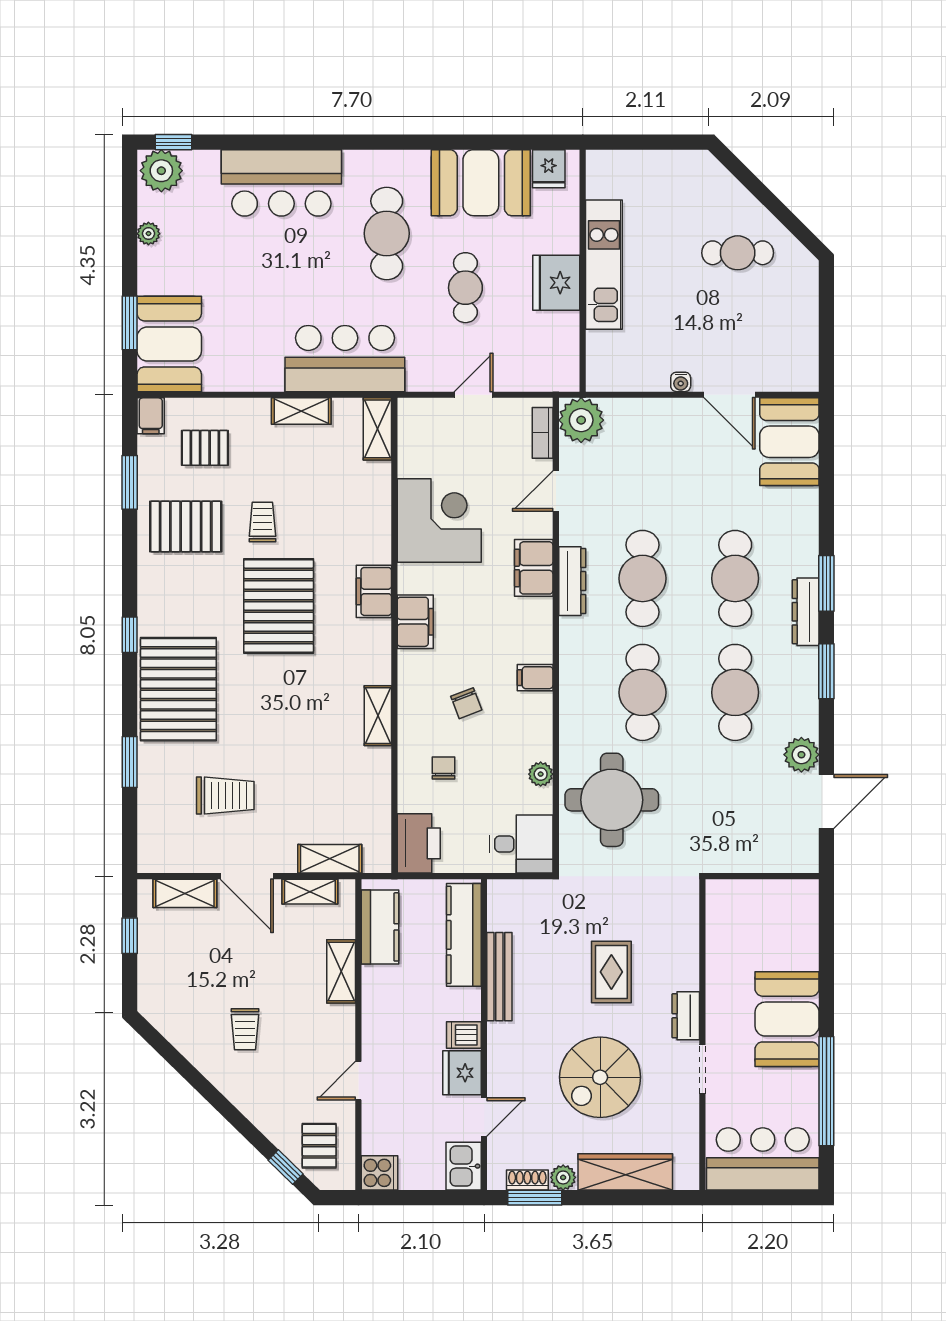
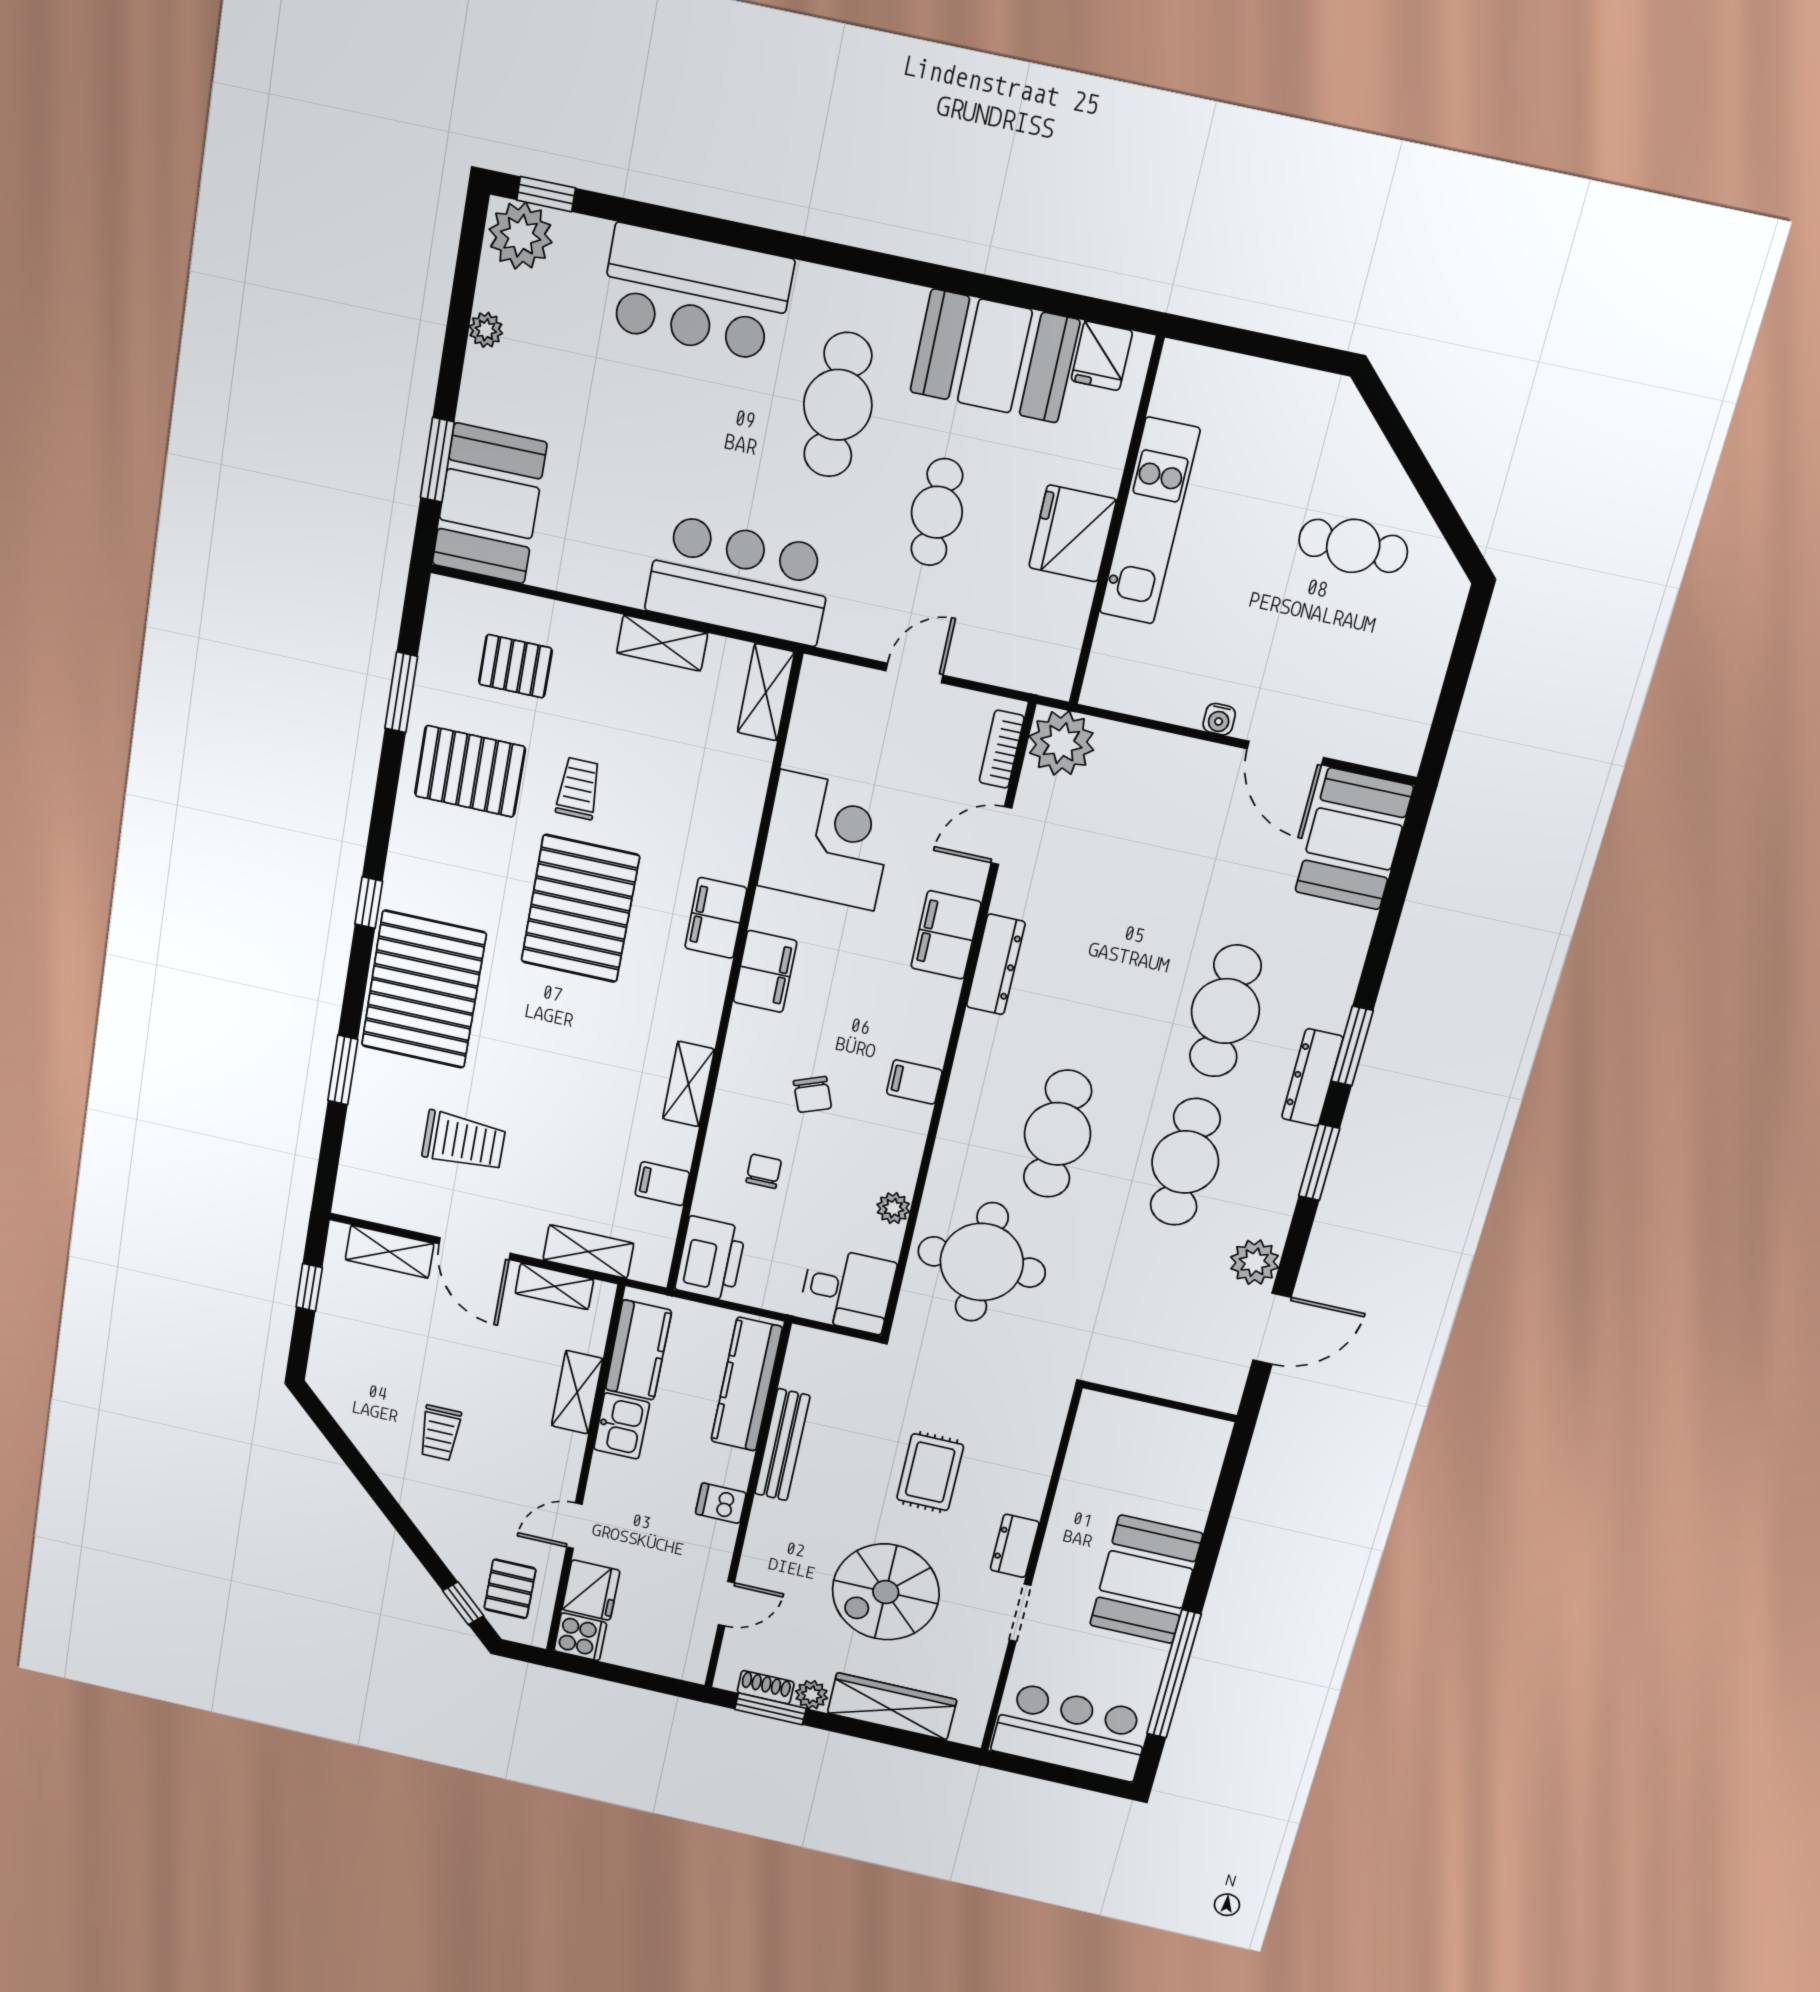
filing cabinet: (151, 416) -> (662, 1184), moved, turned 90
cafe table: (643, 578) -> (1095, 983), removed
fridge: (462, 1073) -> (591, 1590), moved, turned 180
kitchen sink: (464, 1166) -> (622, 1426), moved, turned 180

